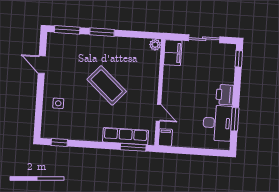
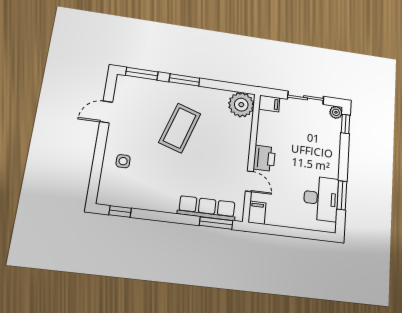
plant: (155, 45) -> (241, 105), width x1.88, depth x1.88
plant: (231, 49) -> (336, 112), added
filing cabinet: (173, 53) -> (269, 104), width x0.50
door: (42, 65) -> (106, 112), hinge flipped
coffee table: (107, 85) -> (180, 128), moved, turned 66
printer: (225, 95) -> (264, 158), moved, turned 180

